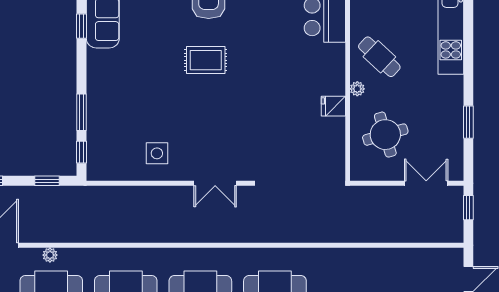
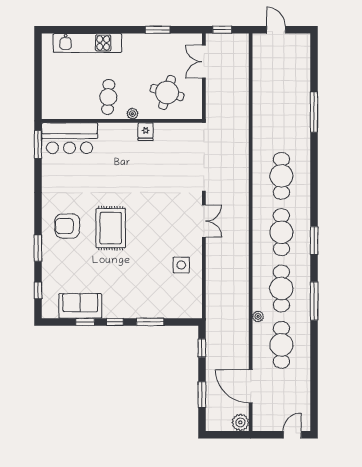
cafe table: (379, 57) -> (108, 97), turned -40
rug: (206, 60) -> (111, 228), width x1.36, depth x1.43
round table: (385, 135) -> (167, 92), turned 33
window: (82, 152) -> (115, 322), moved
plant: (50, 255) -> (258, 316), moved

